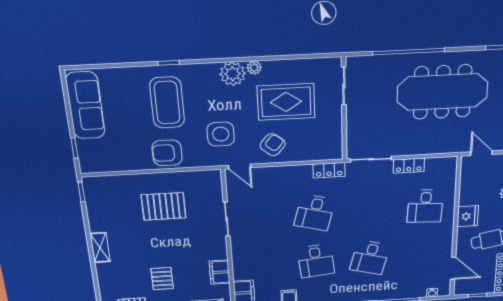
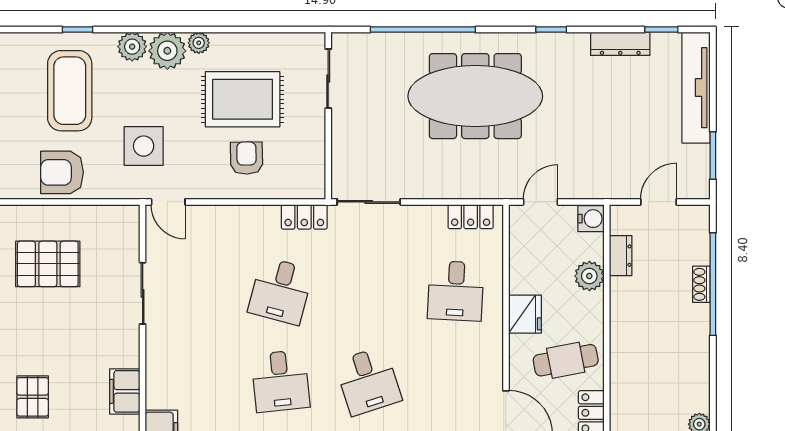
plant: (208, 72) -> (132, 47), added
armchair: (273, 145) -> (247, 158), moved, turned -40
door: (481, 153) -> (540, 202), hinge flipped
locker: (409, 166) -> (471, 217), moved
desk: (370, 257) -> (368, 381), turned -33

